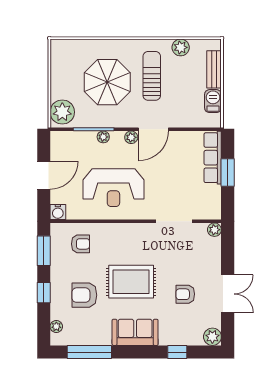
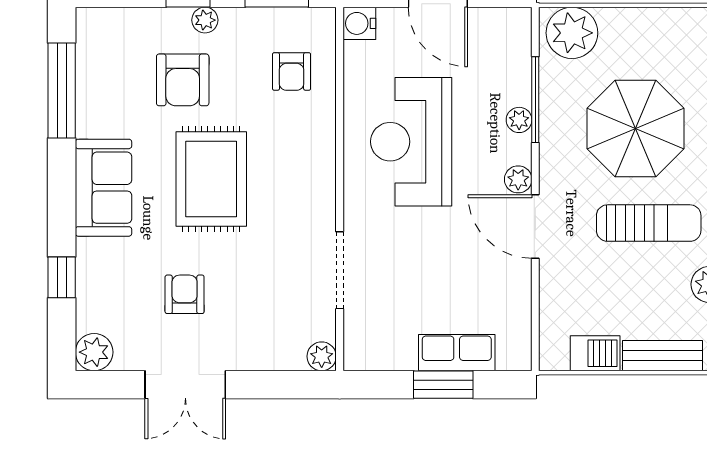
row of seats: (213, 158) -> (457, 353), width x0.68
armchair: (84, 295) -> (183, 80), turned 180
plant: (56, 327) -> (205, 20), moved

